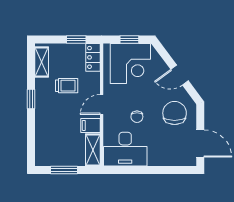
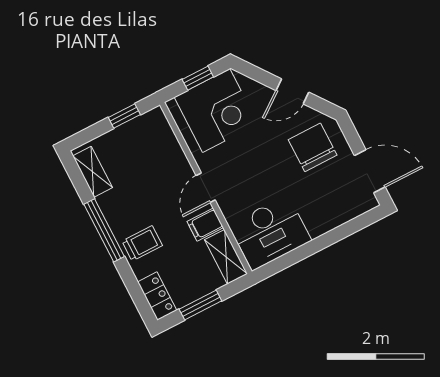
locker: (93, 57) -> (157, 296), moved, turned 180
trolley: (67, 86) -> (142, 243), moved
window: (31, 99) -> (104, 230), width x2.17
chair: (137, 117) -> (263, 179), removed

